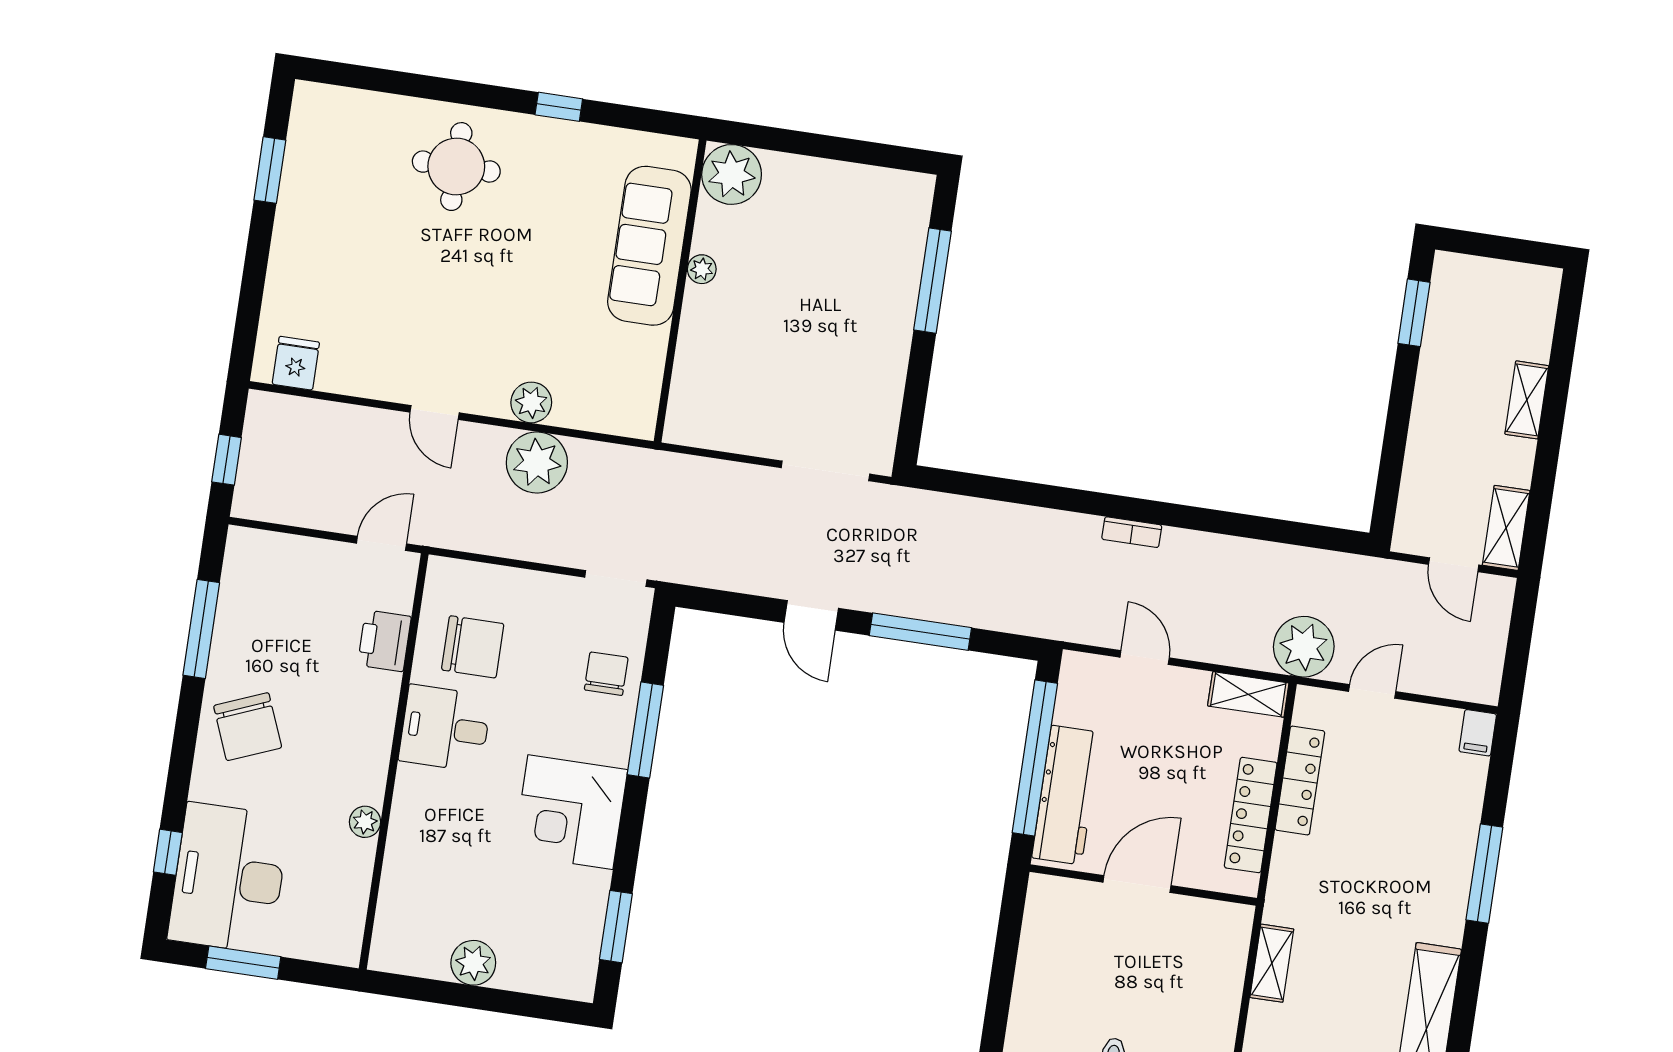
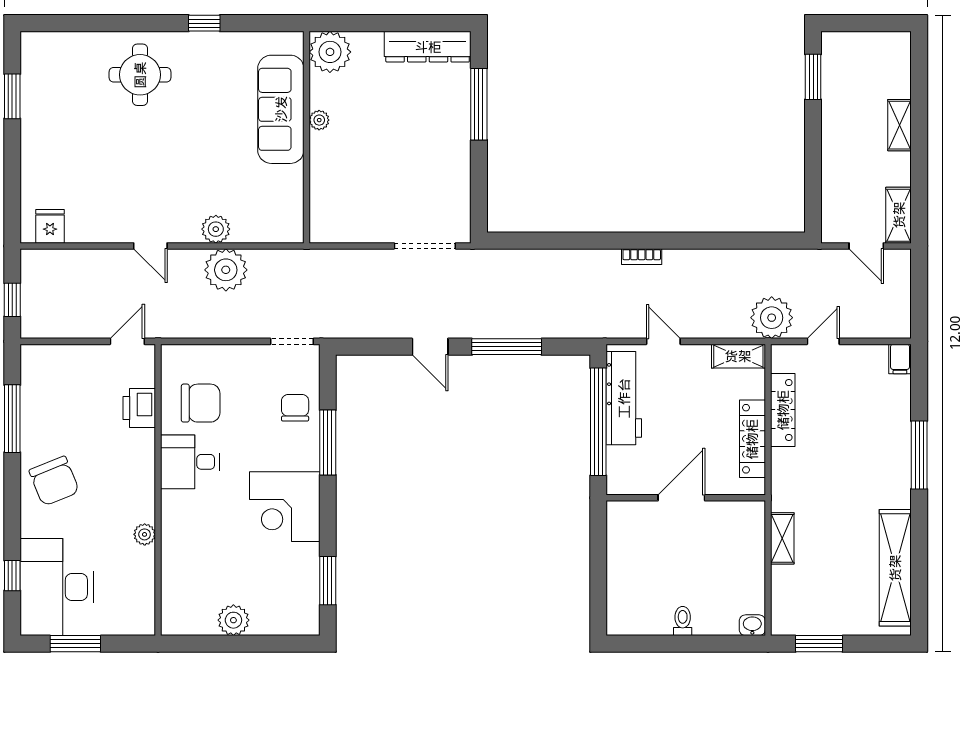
dresser: (872, 188) -> (428, 47), added
workbench: (1066, 795) -> (624, 398), moved

